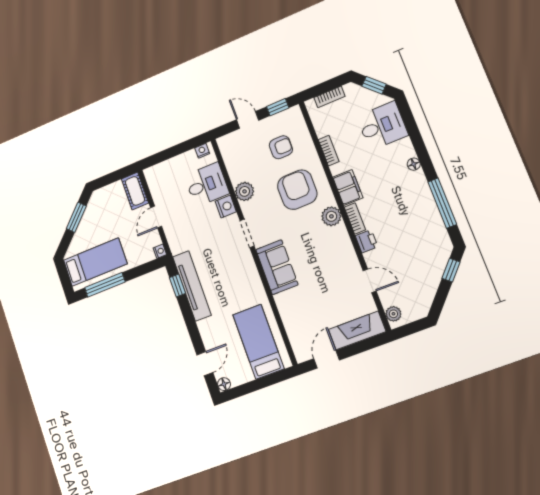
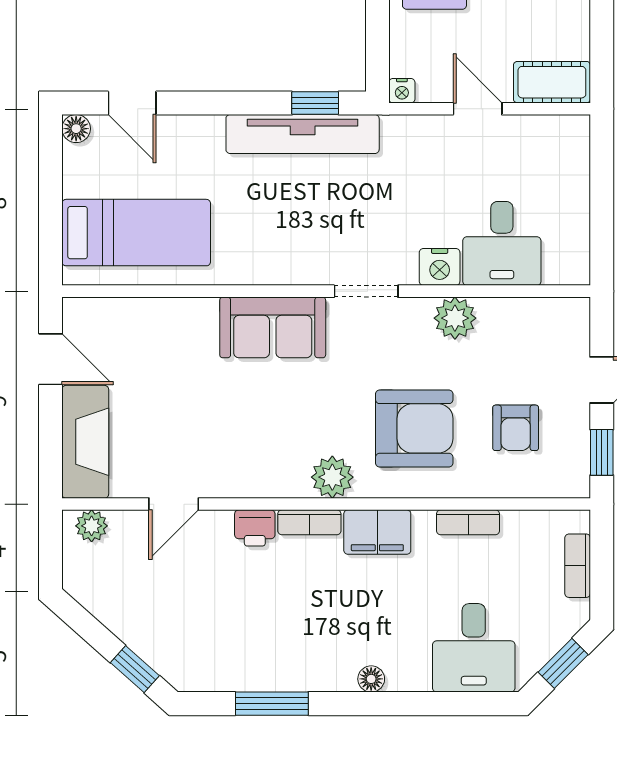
nightstand: (202, 151) -> (577, 260), removed
window: (442, 203) -> (272, 704), width x0.69

